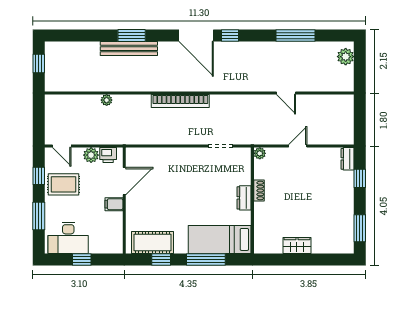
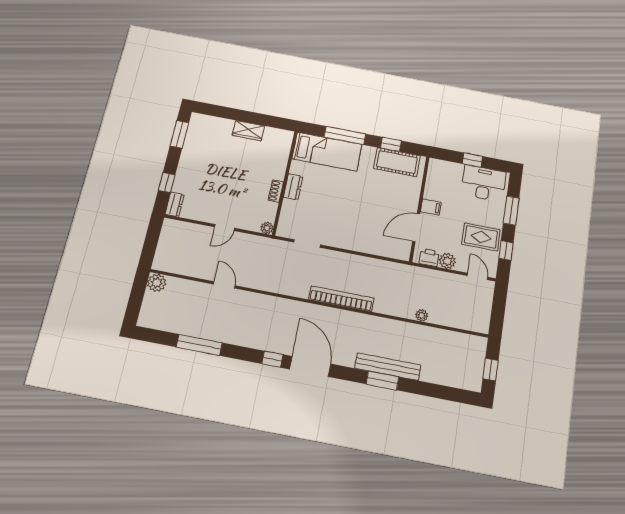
plant: (346, 57) -> (157, 283), moved

